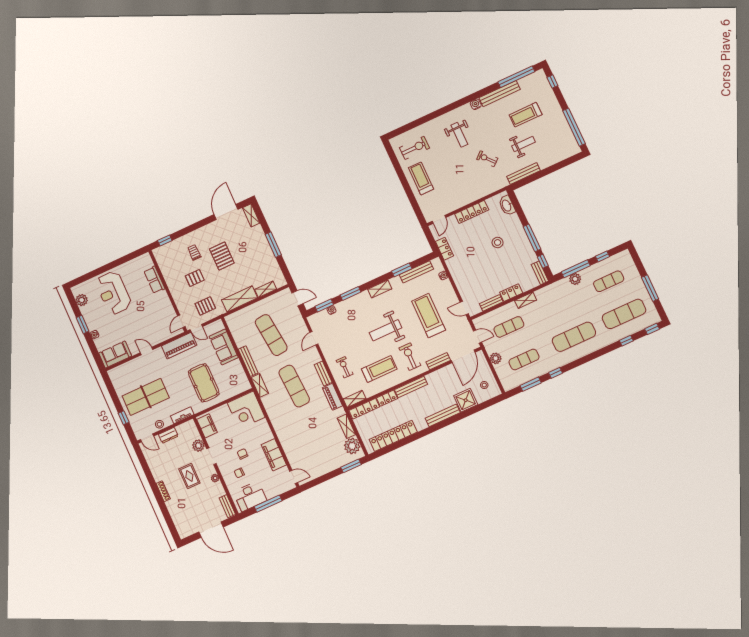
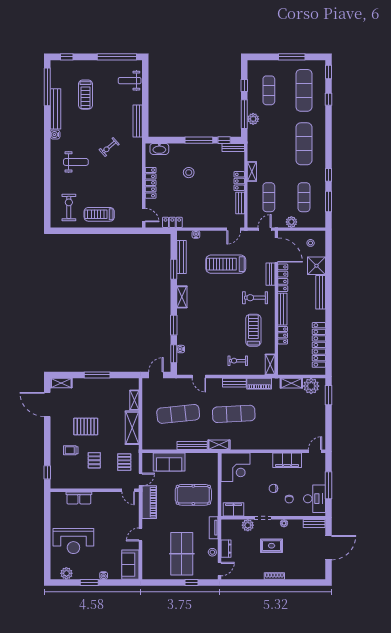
weight bench: (523, 144) -> (130, 81), moved, turned -90
weight bench: (386, 330) -> (221, 309), removed
locker: (364, 409) -> (283, 278), moved

